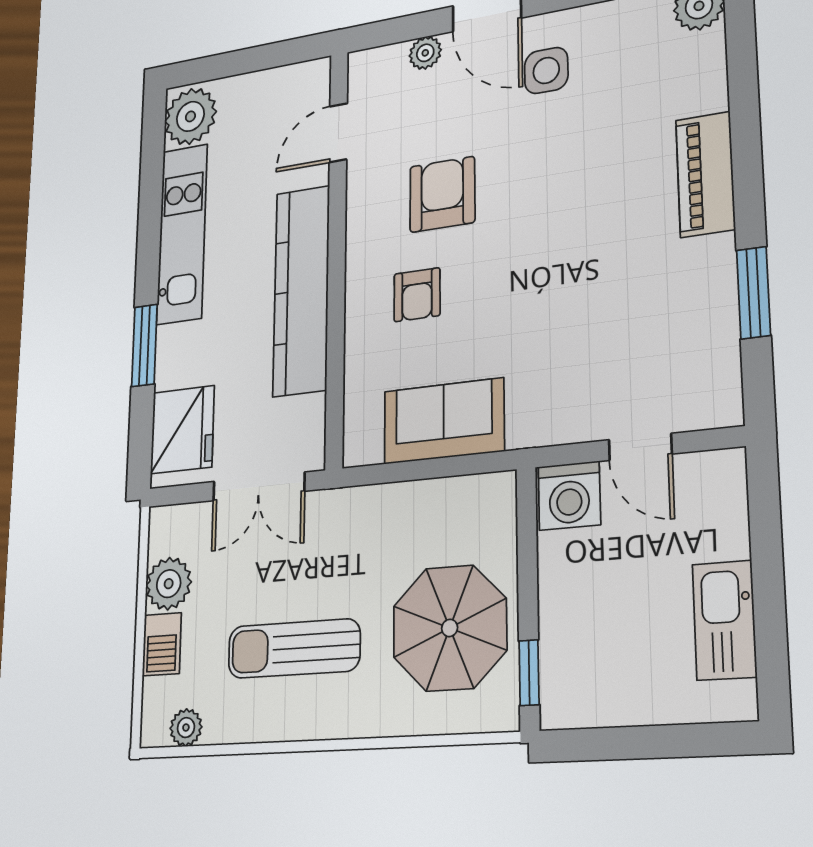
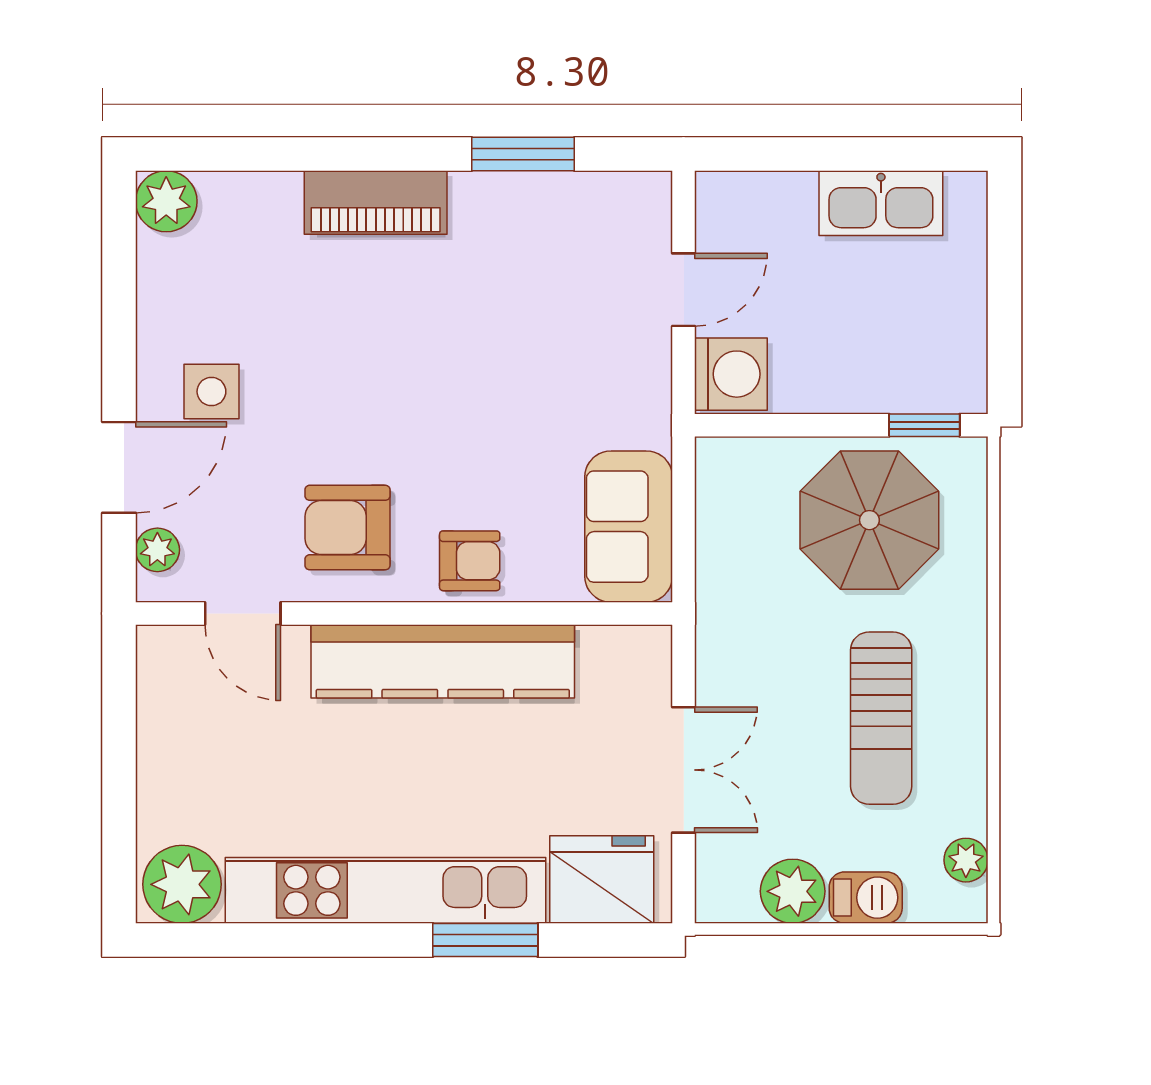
door: (338, 133) -> (243, 613), moved
kitchen unit: (182, 234) -> (385, 890), width x1.36
wall: (337, 255) -> (404, 613), moved
kitchen counter: (301, 290) -> (443, 661), moved

